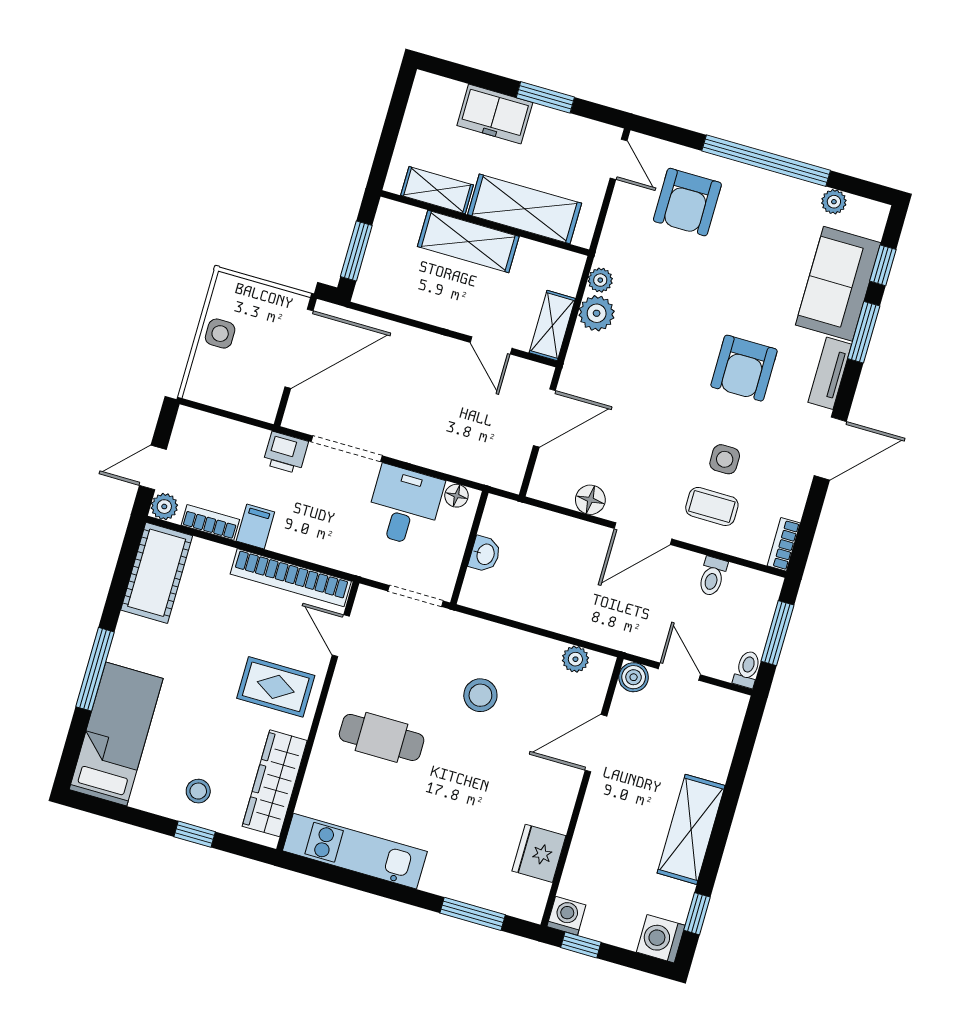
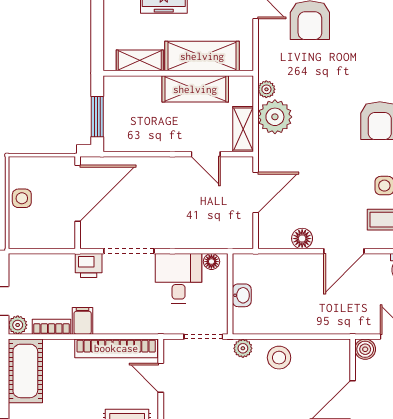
shelving: (468, 241) -> (195, 89), moved
plant: (597, 313) -> (275, 117), width x1.36, depth x1.36
plant: (575, 659) -> (243, 348), moved
stool: (480, 695) -> (279, 358), moved

